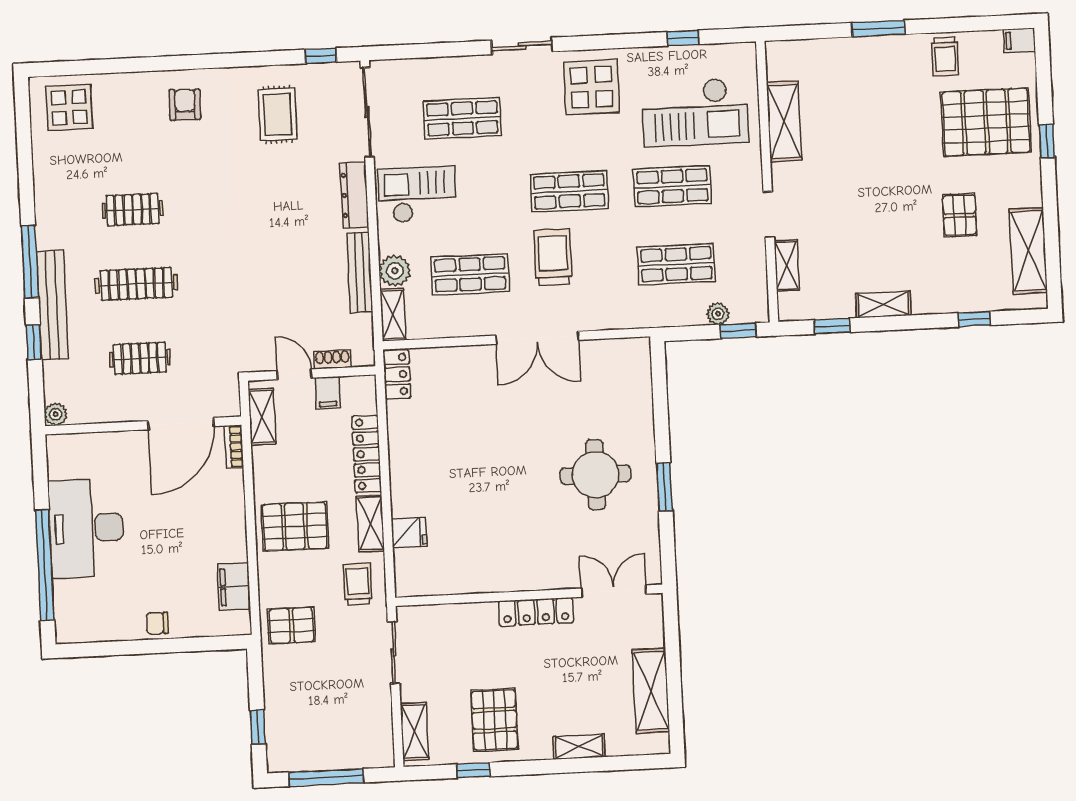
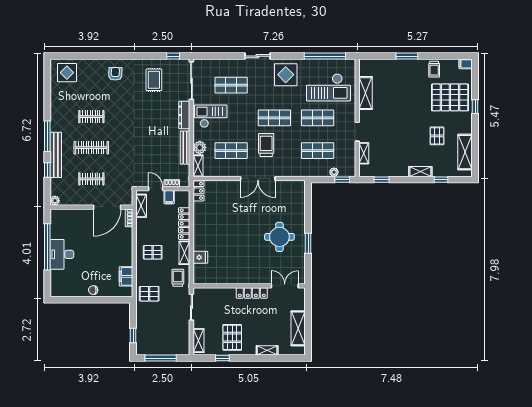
window: (683, 38) -> (325, 56), width x3.17
shelving: (883, 304) -> (420, 172), moved
pallet: (295, 526) -> (153, 252), width x0.67, depth x0.71
desk: (86, 528) -> (62, 254), width x0.73, depth x0.77
window: (45, 565) -> (47, 247), moved

